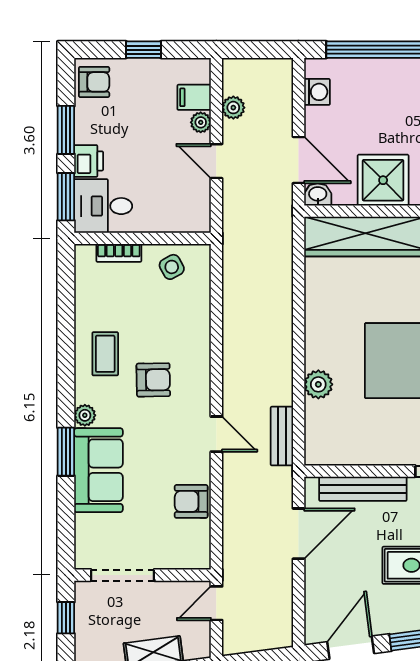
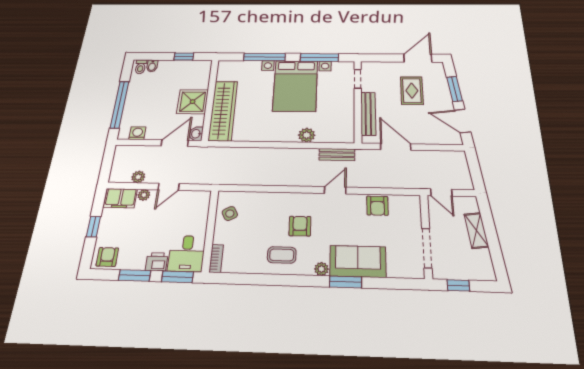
filing cabinet: (194, 97) -> (121, 198), width x2.00
bookcase: (119, 253) -> (216, 258), moved

